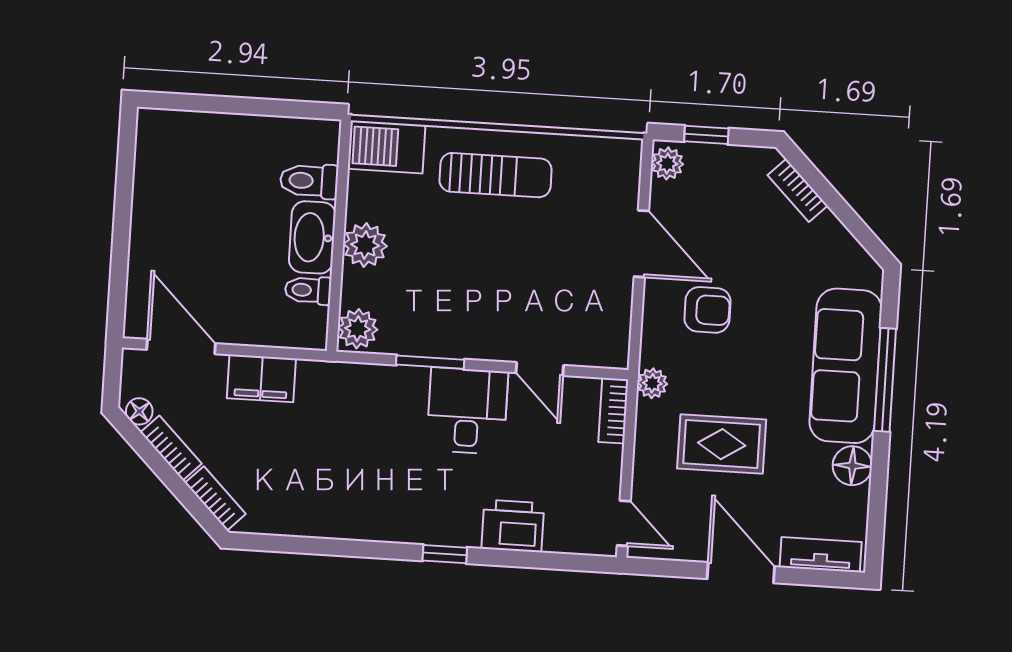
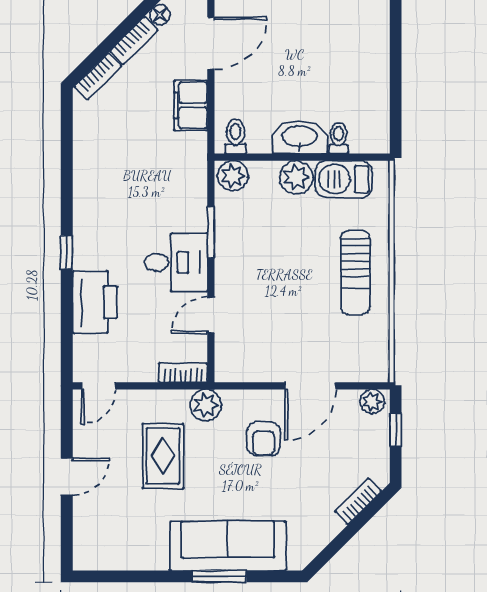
barbecue: (387, 147) -> (344, 179), moved, turned -90
toilet: (309, 181) -> (339, 138), width x0.73, depth x0.72
toilet: (308, 290) -> (236, 136), moved
window: (885, 380) -> (219, 576), width x0.69
plant: (652, 383) -> (206, 405), width x1.38, depth x1.38
floor lamp: (852, 466) -> (153, 556), removed
printer: (513, 526) -> (95, 302), width x1.37, depth x1.19
tv unit: (821, 555) -> (84, 536), removed
door: (741, 573) -> (67, 477), width x0.73

